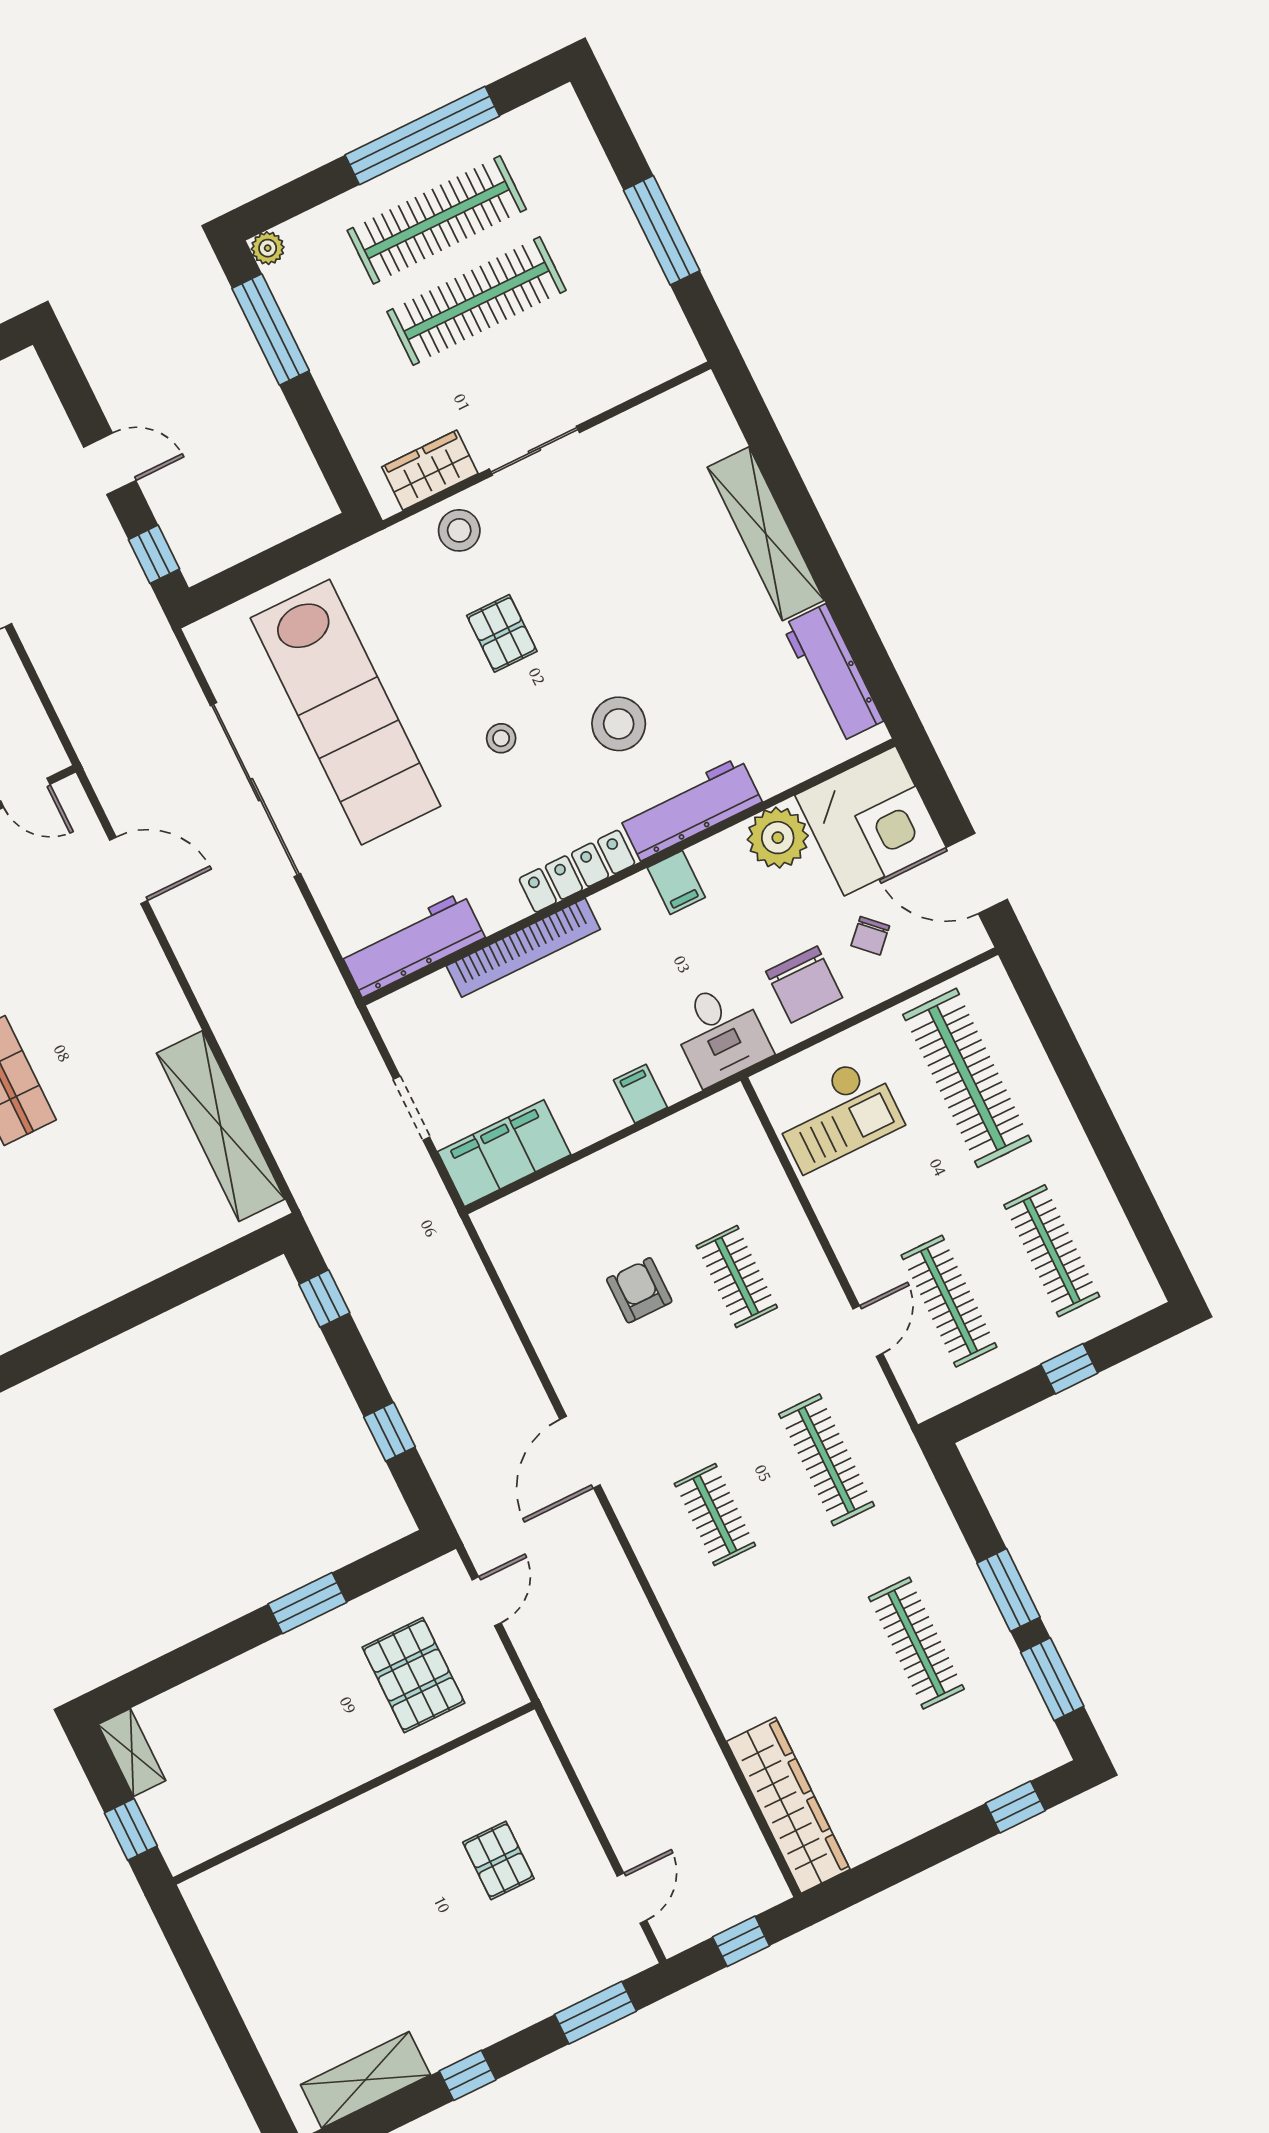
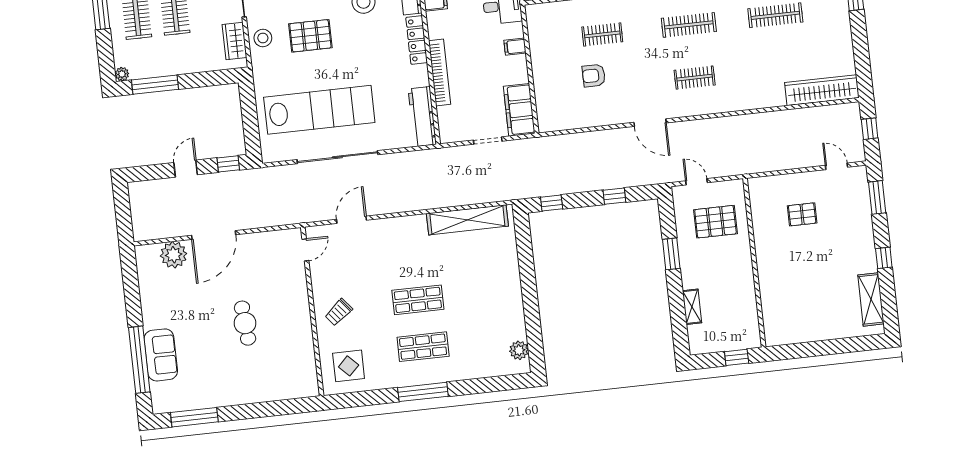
pallet: (502, 633) -> (310, 36), width x1.50, depth x1.42
stool: (501, 738) -> (352, 51), removed
shelving: (132, 1752) -> (692, 307), moved, turned 90

